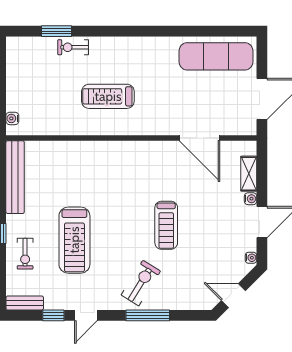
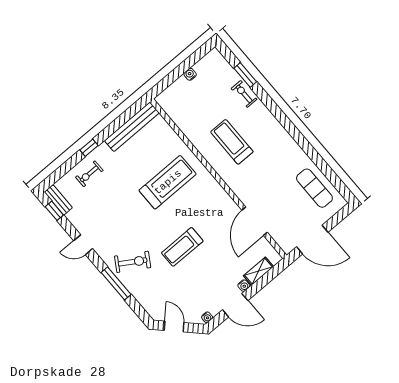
exercise mat: (216, 56) -> (314, 188), width x0.73, depth x0.69
water cooler: (12, 118) -> (190, 74), moved
treadmill: (74, 240) -> (168, 182), moved, turned 180
window: (53, 315) -> (54, 211), moved

